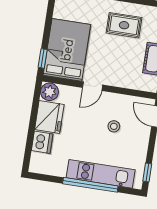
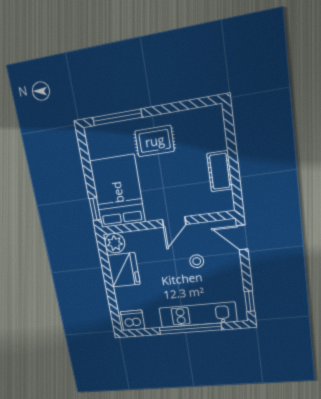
rug: (124, 25) -> (155, 141), moved
door: (93, 86) -> (174, 222), moved
dishwasher: (42, 142) -> (133, 320), moved, turned -90

